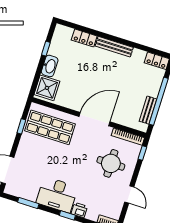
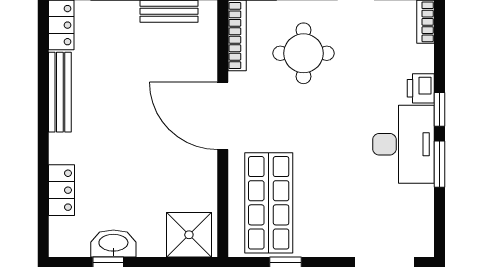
bench: (114, 47) -> (60, 92), moved
washbasin: (50, 66) -> (113, 243), moved
window: (28, 203) -> (439, 164), moved

